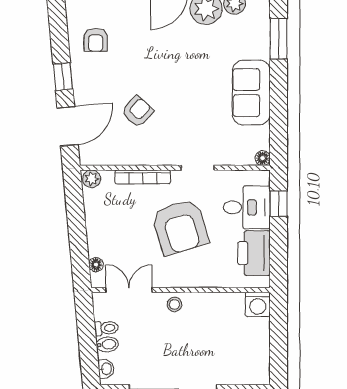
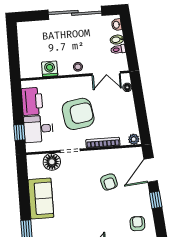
armchair: (137, 112) -> (109, 182), turned -57
floor lamp: (263, 158) -> (52, 162), moved, width x1.89, depth x1.89
armchair: (180, 227) -> (78, 114), turned 98
washing machine: (258, 304) -> (50, 69), moved

